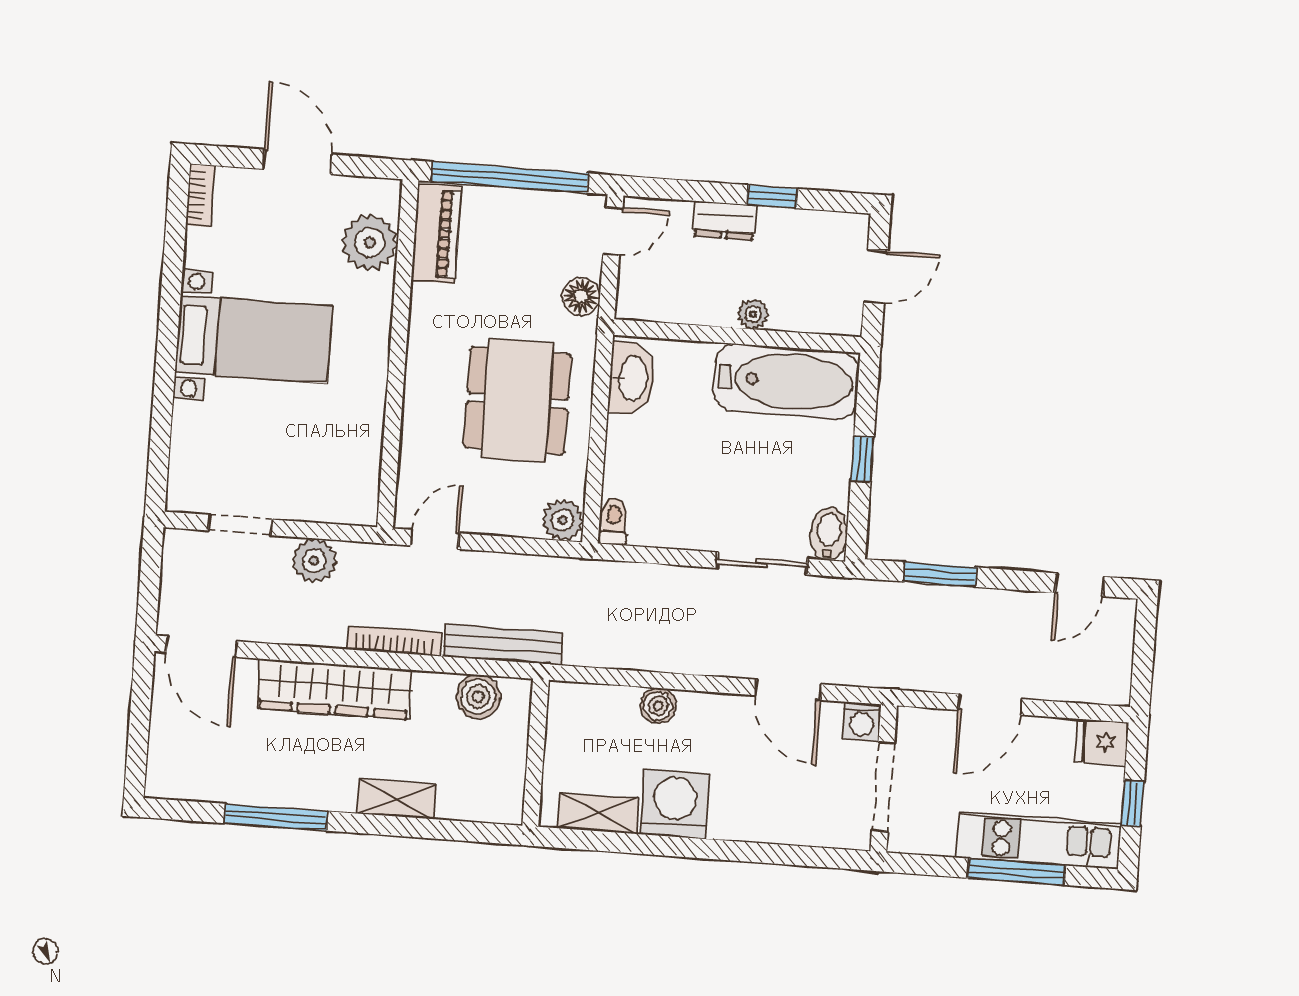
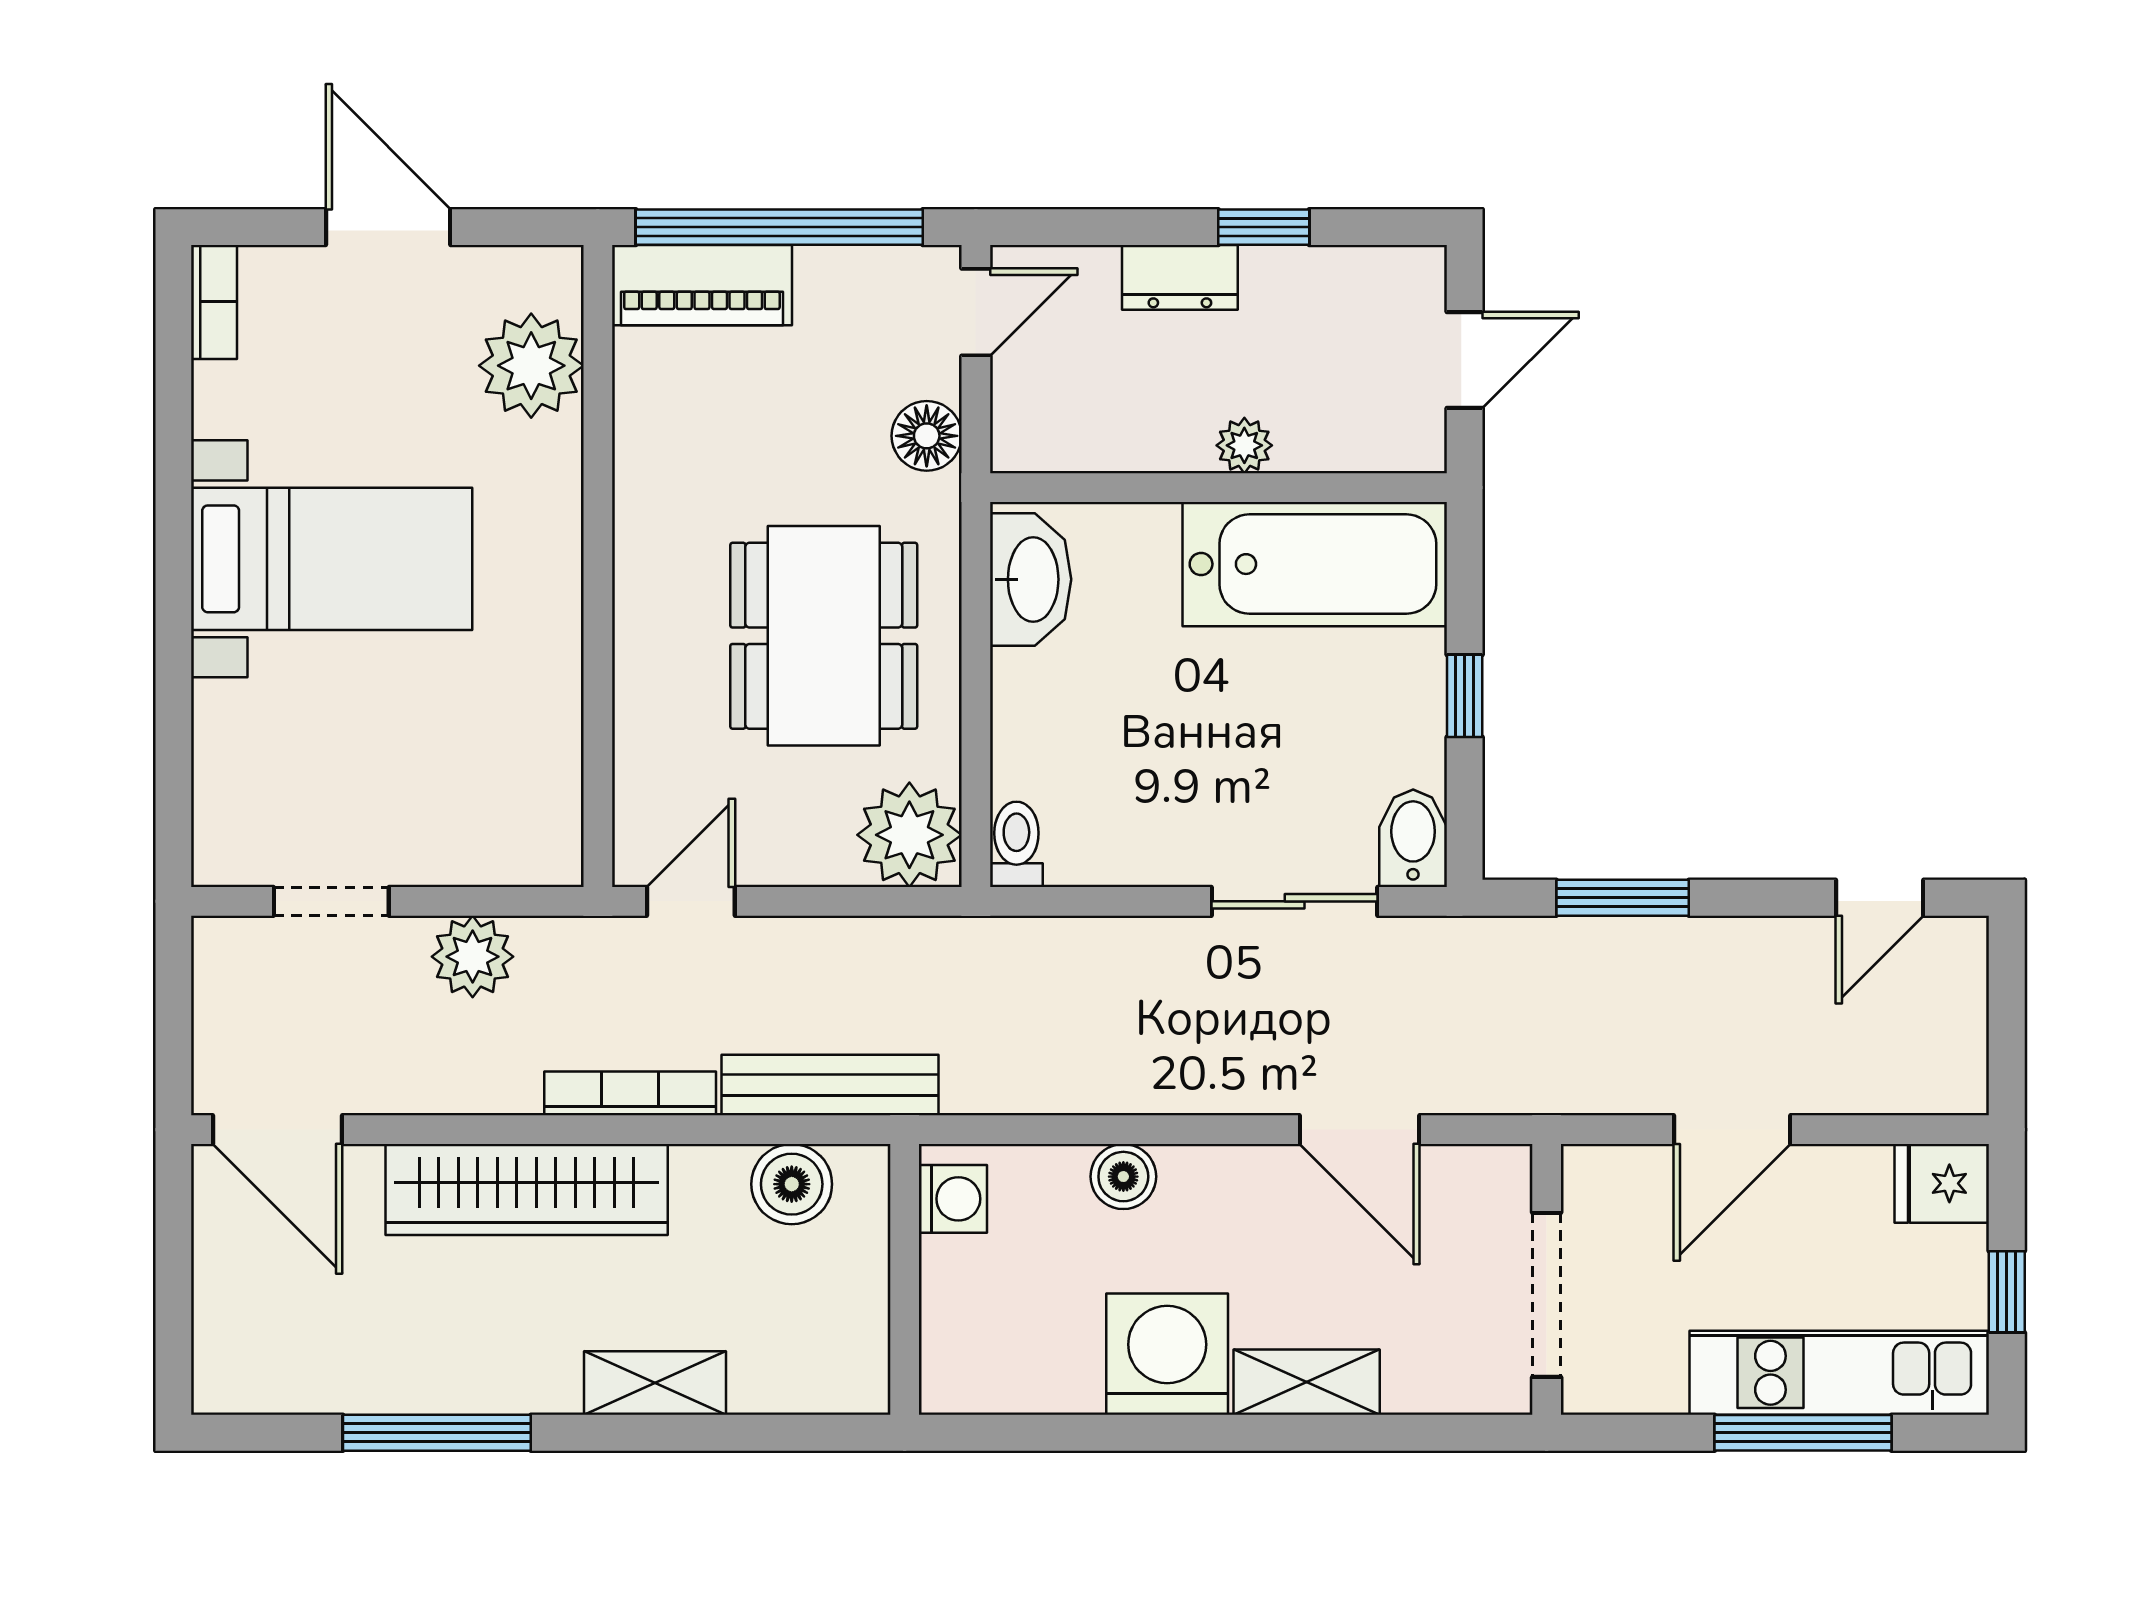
piano: (436, 234) -> (702, 285), moved, turned 90
plant: (563, 520) -> (909, 835), width x1.36, depth x1.36
washing machine: (862, 721) -> (953, 1199), moved, turned -90
shelving: (598, 813) -> (1307, 1382), moved

